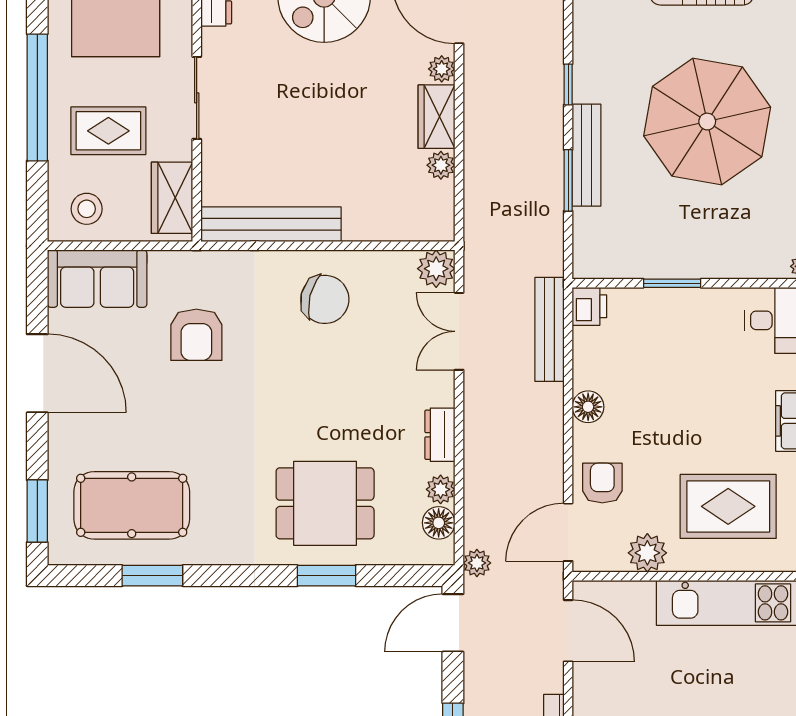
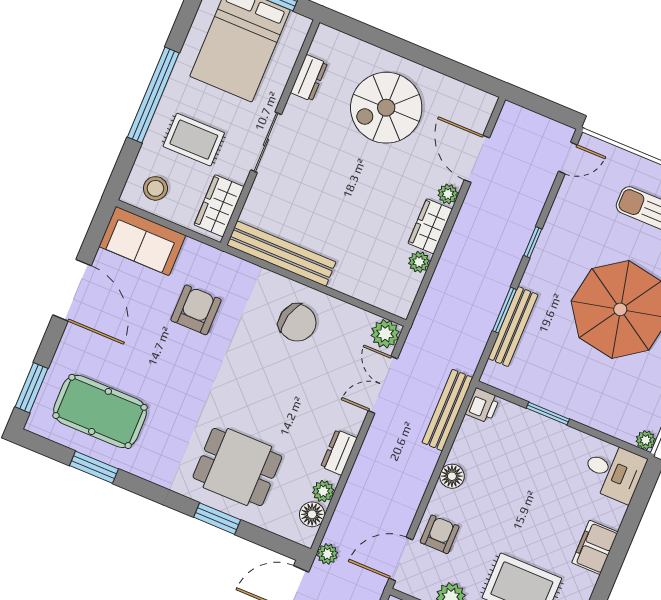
bench: (587, 155) -> (513, 327), moved
armchair: (196, 335) -> (196, 310), turned 180

